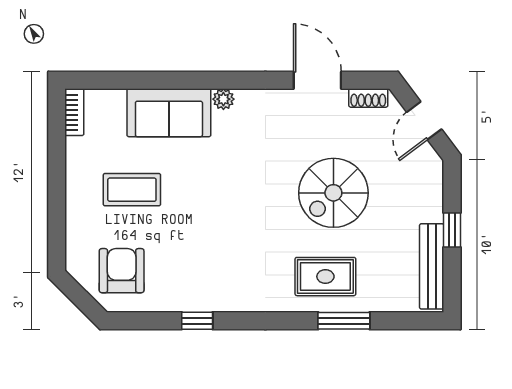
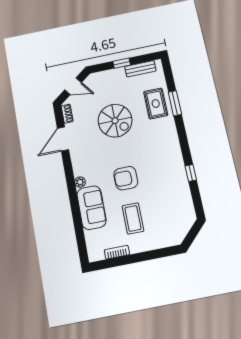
bookcase: (74, 112) -> (117, 252), moved
bench: (432, 266) -> (140, 69), width x0.73
armchair: (122, 271) -> (126, 178), moved
rug: (325, 277) -> (156, 104), moved

